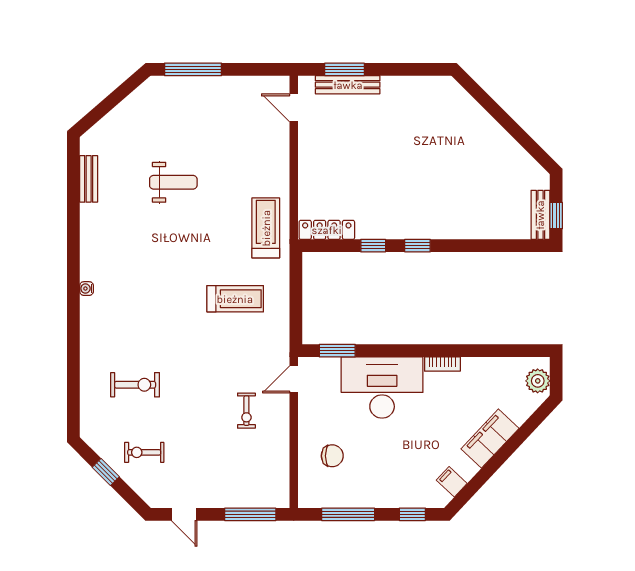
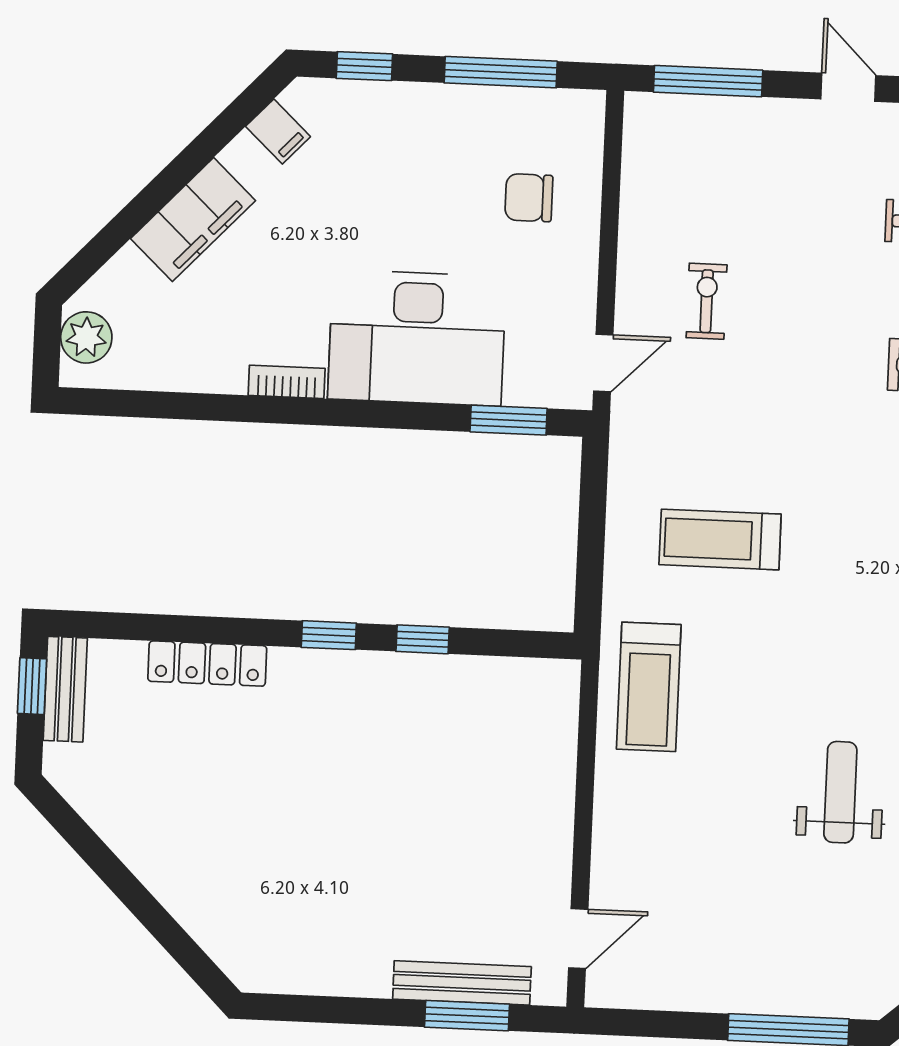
door: (294, 108) -> (578, 939), hinge flipped
weight bench: (173, 182) -> (840, 792), turned 90
locker: (327, 230) -> (207, 664), moved

